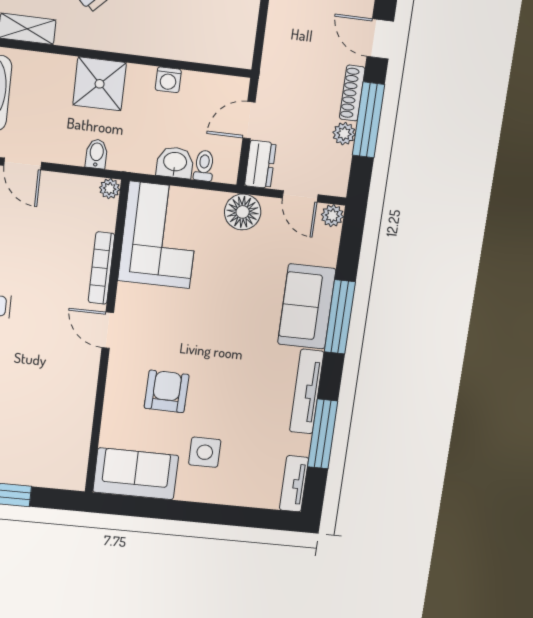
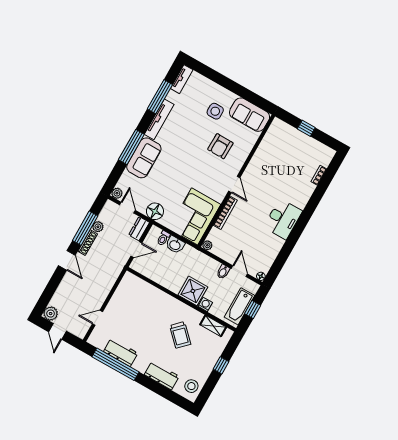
washing machine: (168, 80) -> (205, 304), moved
bidet: (96, 154) -> (223, 272), moved

